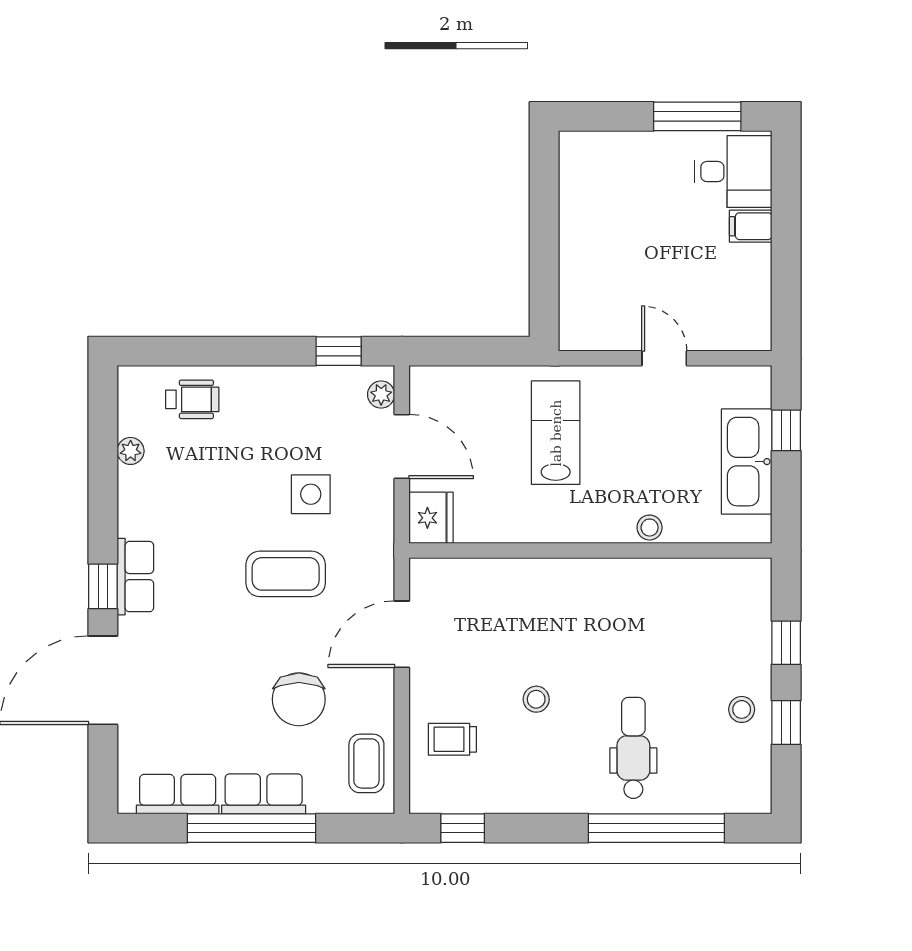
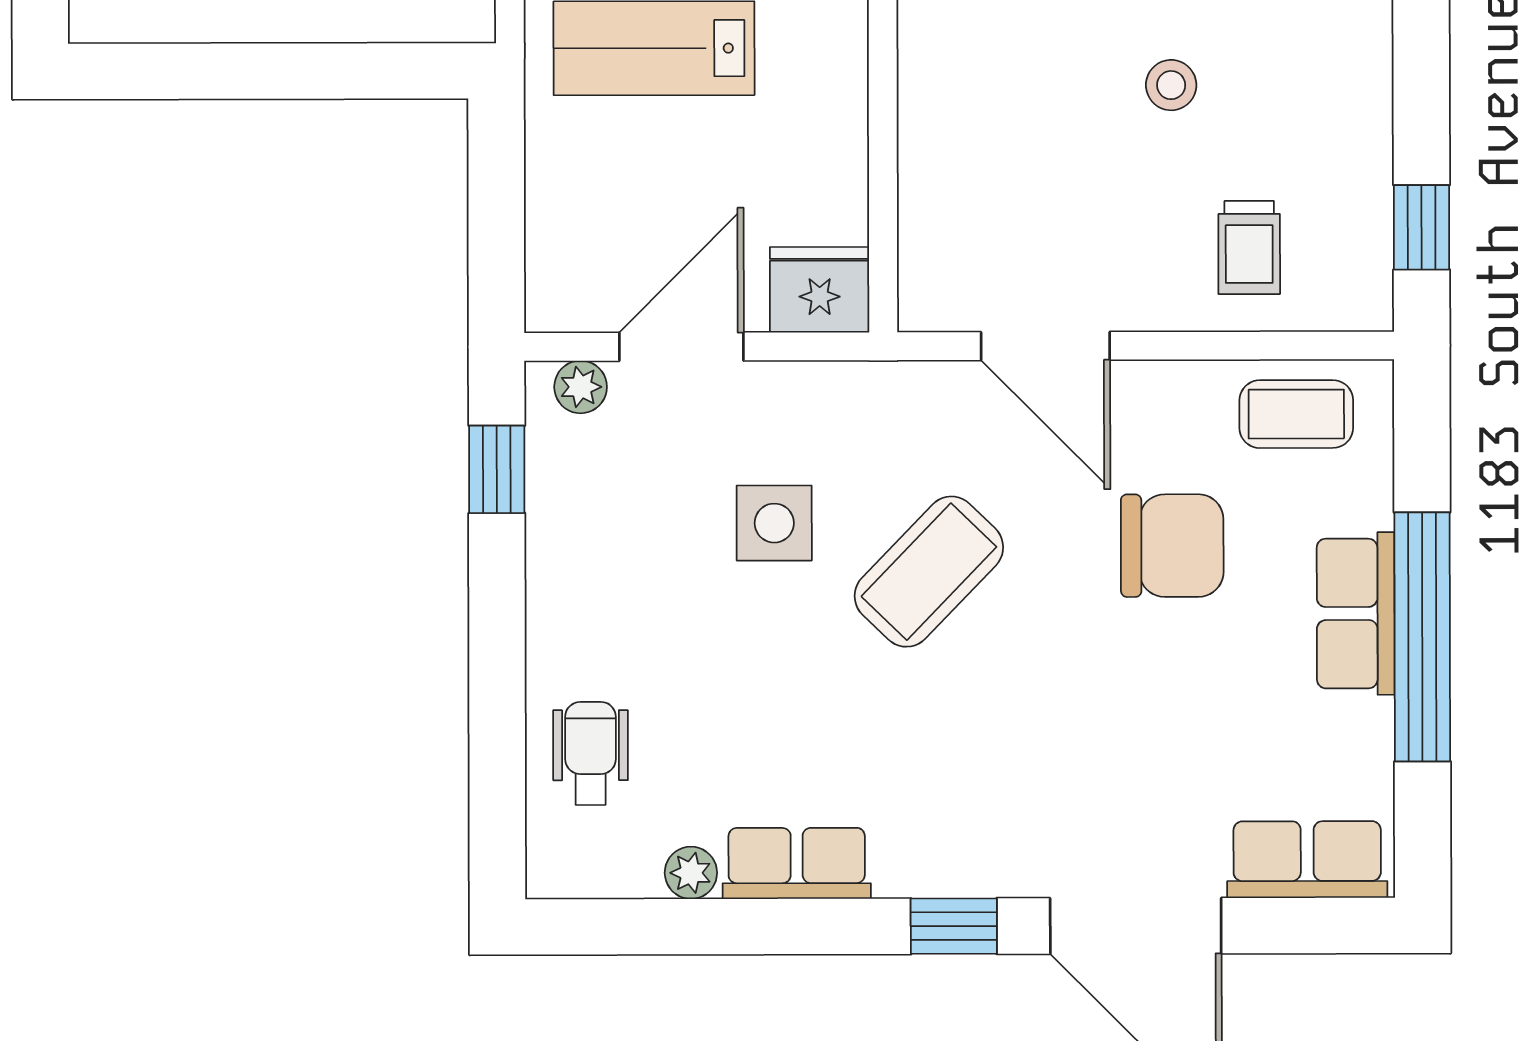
coffee table: (286, 574) -> (929, 572), turned 44
row of seats: (135, 577) -> (797, 863), moved
row of seats: (178, 794) -> (1307, 860), moved, turned 90

